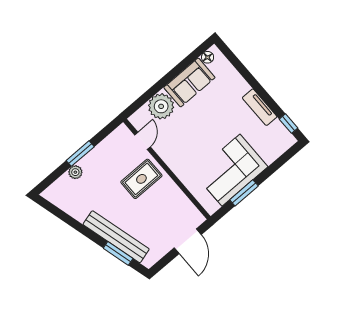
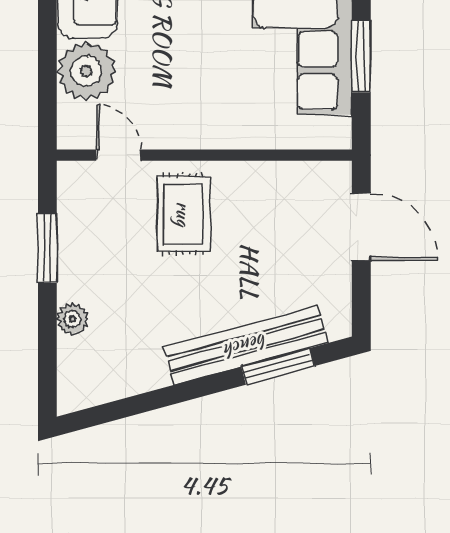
window: (80, 154) -> (47, 248), moved

